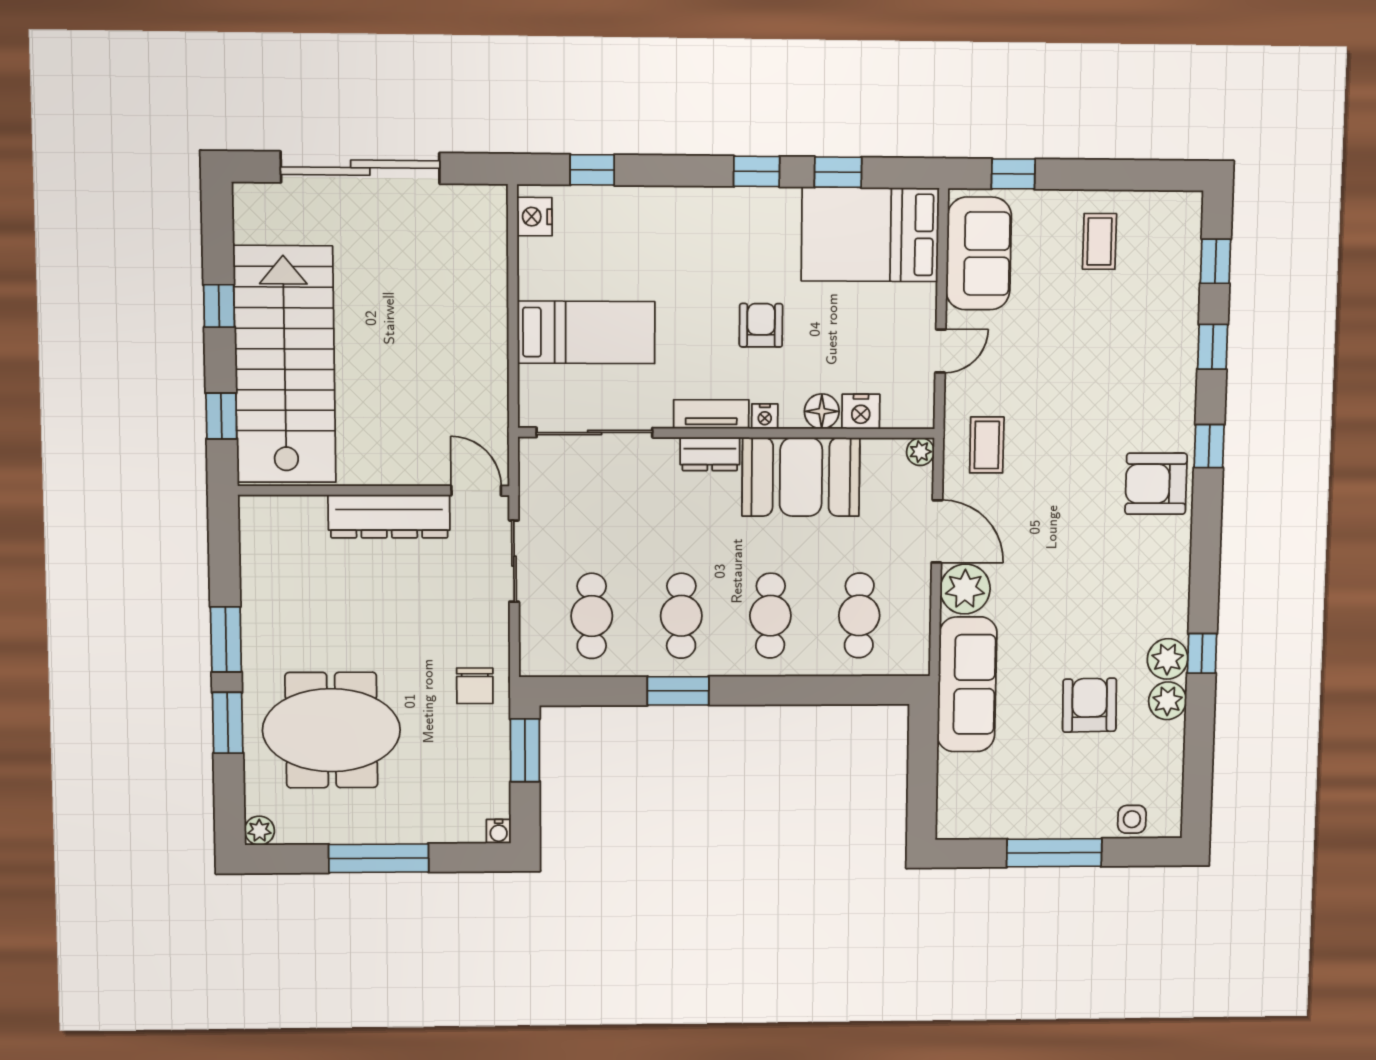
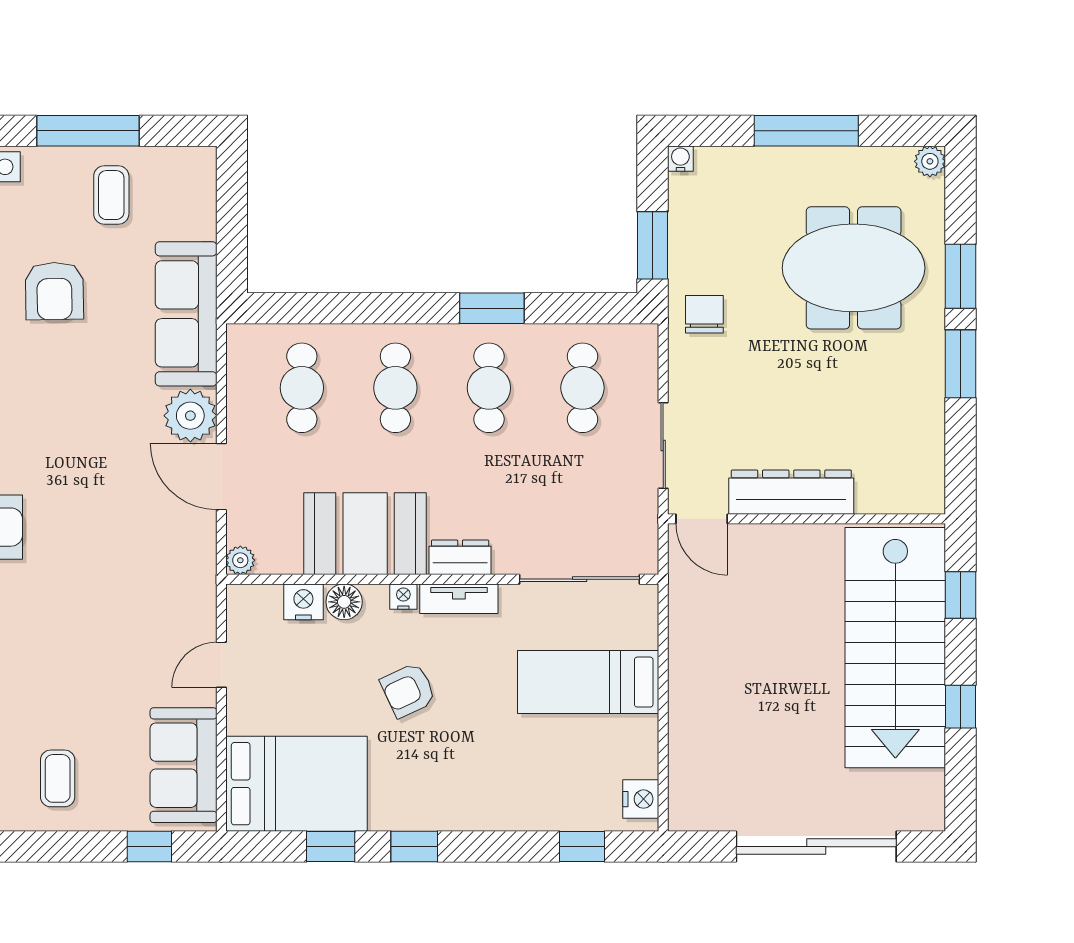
armchair: (761, 325) -> (408, 690), turned 65
coffee table: (987, 445) -> (111, 195), moved

